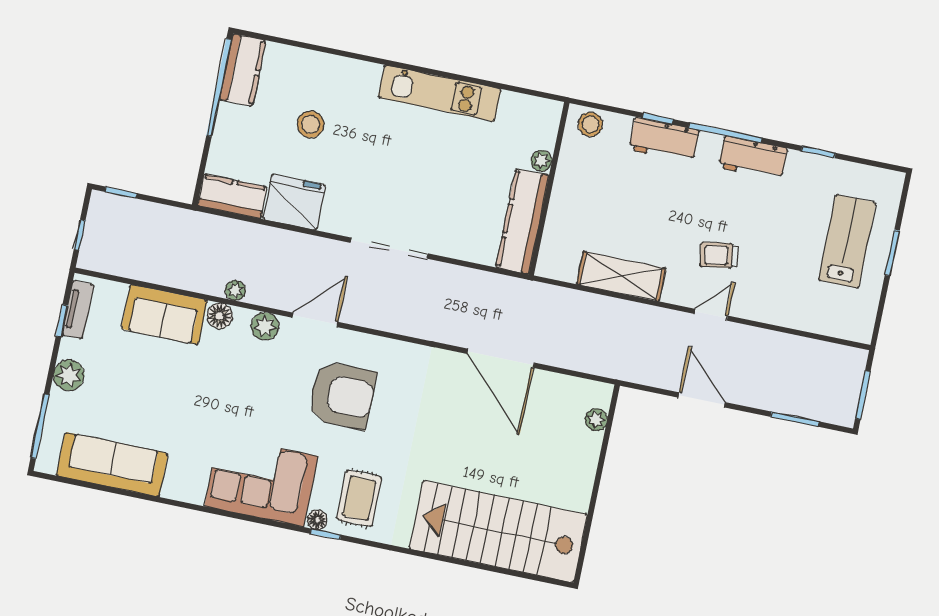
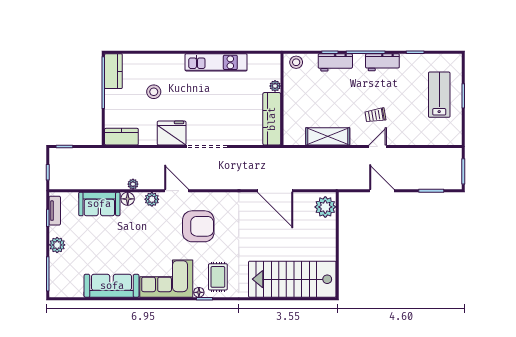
fridge: (294, 202) -> (172, 133), moved
door: (315, 320) -> (177, 191), hinge flipped
plant: (596, 420) -> (325, 207), width x1.88, depth x1.88
sofa: (112, 464) -> (112, 286), moved

